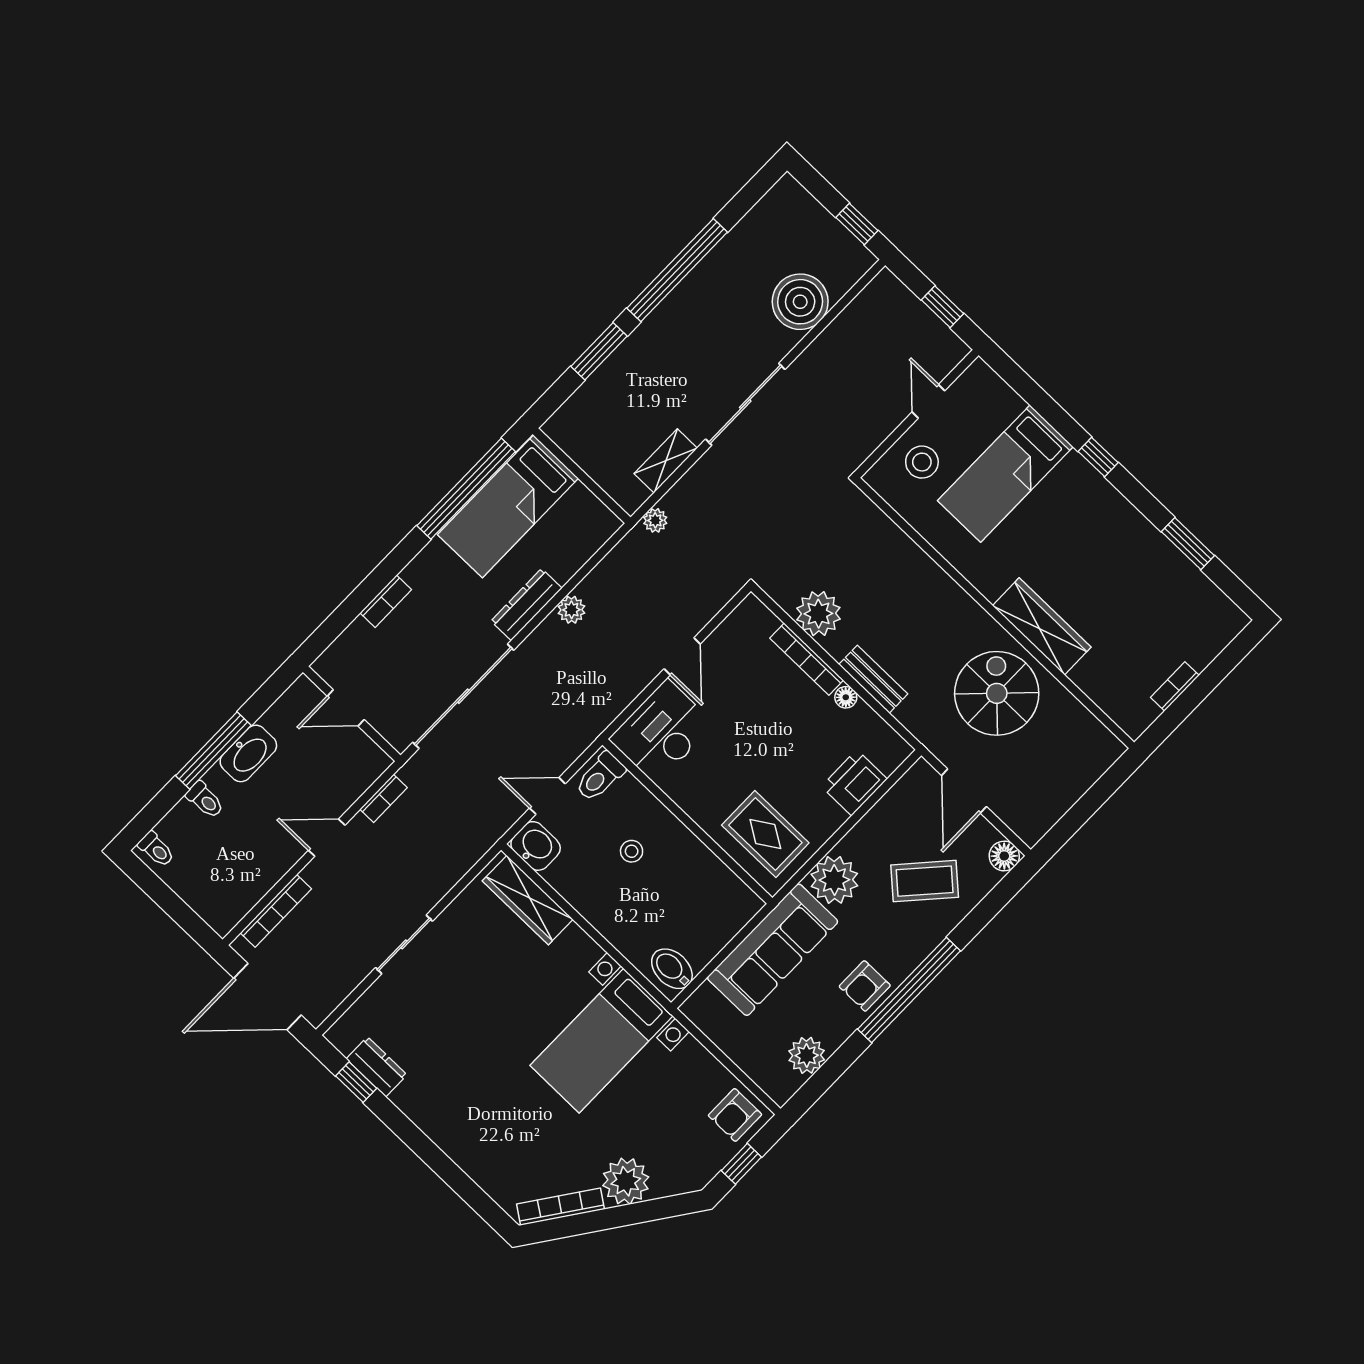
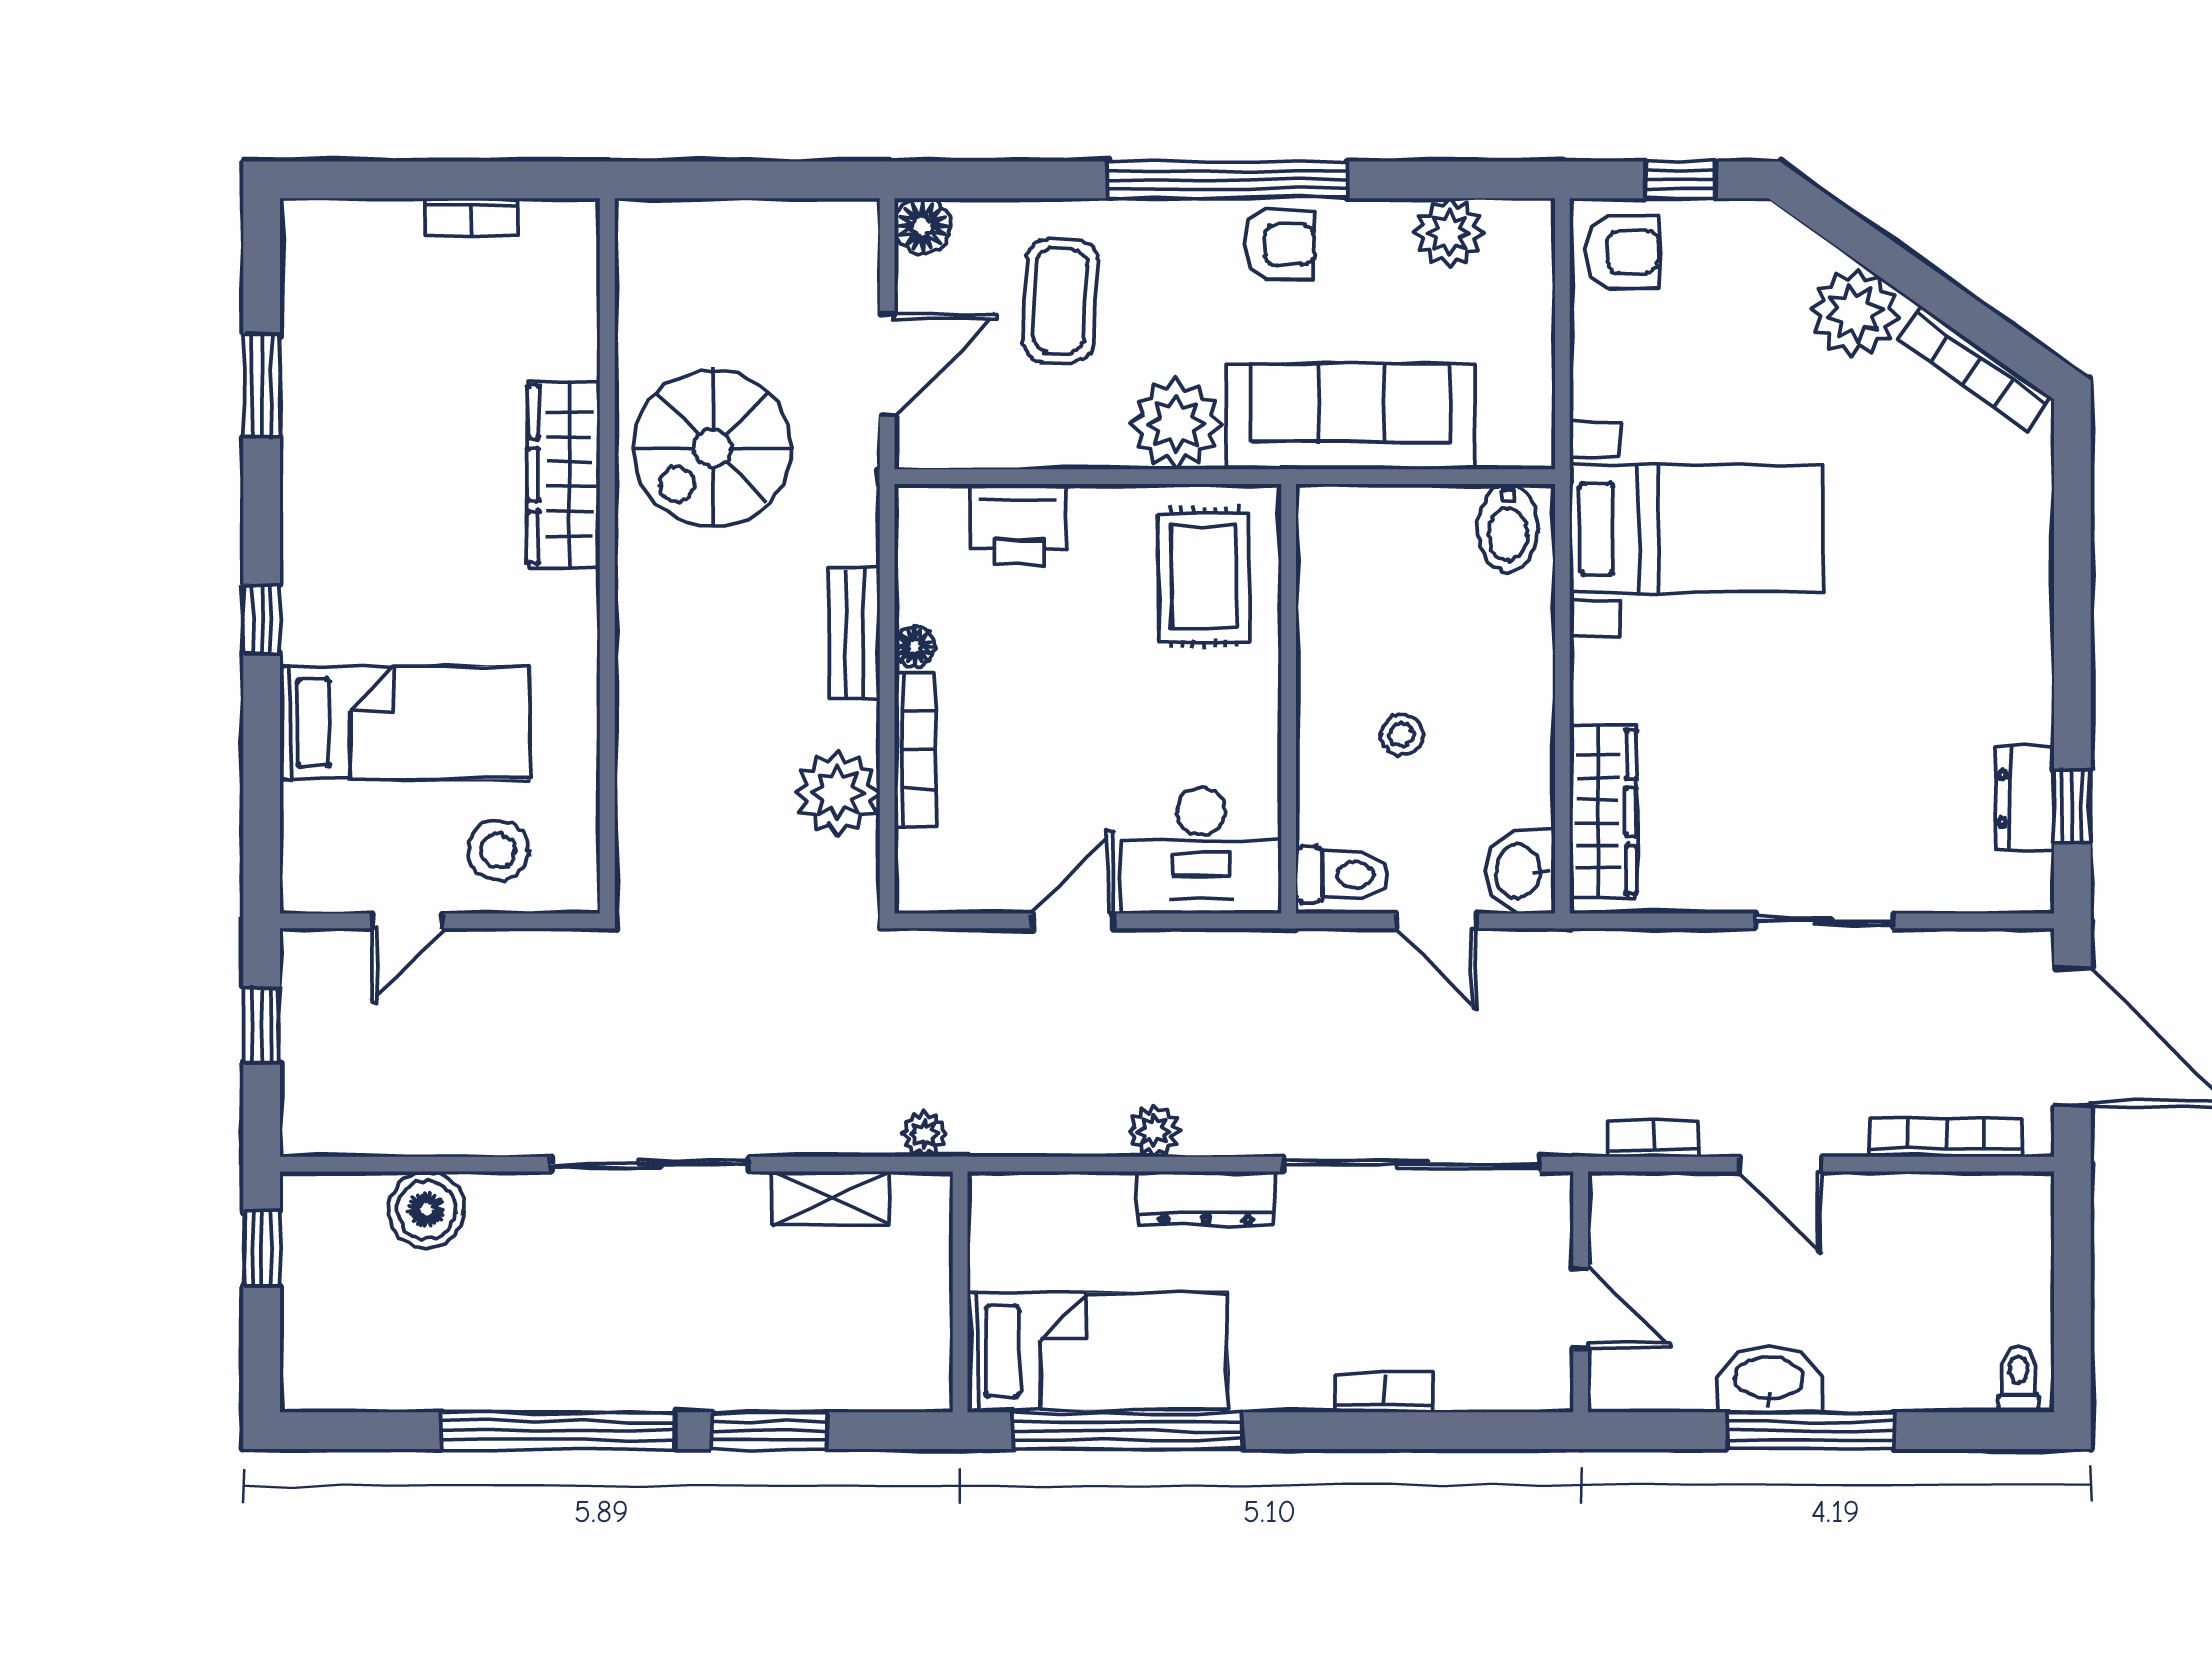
boiler: (800, 302) -> (426, 1210), width x0.73, depth x0.73
toilet: (205, 800) -> (1888, 1378), removed
coffee table: (925, 881) -> (1060, 301), turned 51

